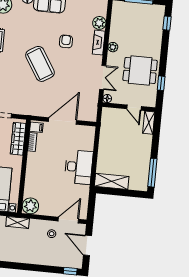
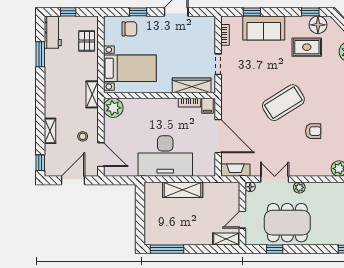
fireplace: (99, 43) -> (235, 170), moved
plant: (113, 47) -> (299, 187), moved
dining table: (140, 70) -> (287, 223), width x1.38
double door: (103, 78) -> (275, 179), swing flipped
desk: (79, 167) -> (165, 156), width x1.36, depth x1.30
shelving: (112, 181) -> (183, 190), moved, turned 90
shelving: (44, 260) -> (50, 131), added

